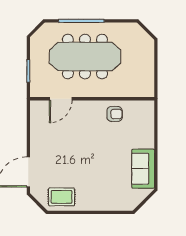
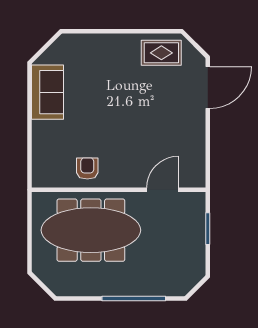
meeting table: (85, 57) -> (91, 230), moved
armchair: (115, 114) -> (87, 168), turned 90

